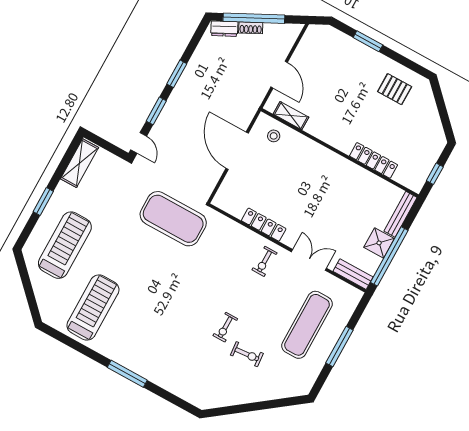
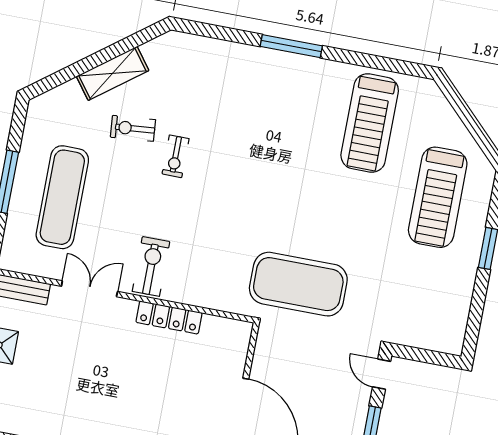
shelving: (80, 163) -> (113, 73), moved, turned 53
double door: (309, 260) -> (89, 289), swing flipped
exercise bike: (264, 261) -> (151, 266), width x1.38, depth x1.39
exercise bike: (225, 327) -> (176, 156), turned 180

